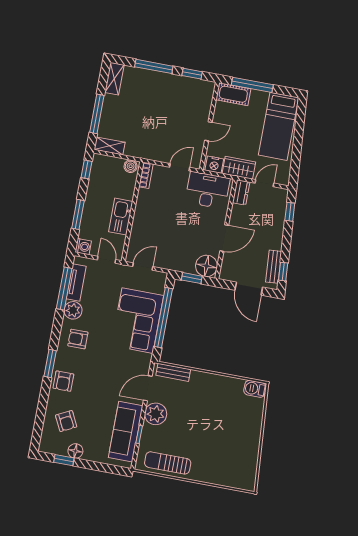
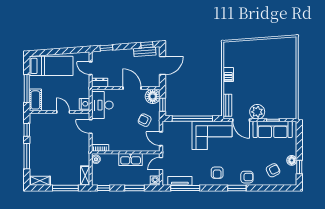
wardrobe: (239, 168) -> (83, 87), removed
armchair: (174, 248) -> (145, 120), added
plant: (73, 310) -> (199, 179), removed
corner sofa: (137, 321) -> (212, 135), moved
barbecue: (255, 389) -> (228, 74), moved
sun lounger: (168, 463) -> (288, 98), removed

